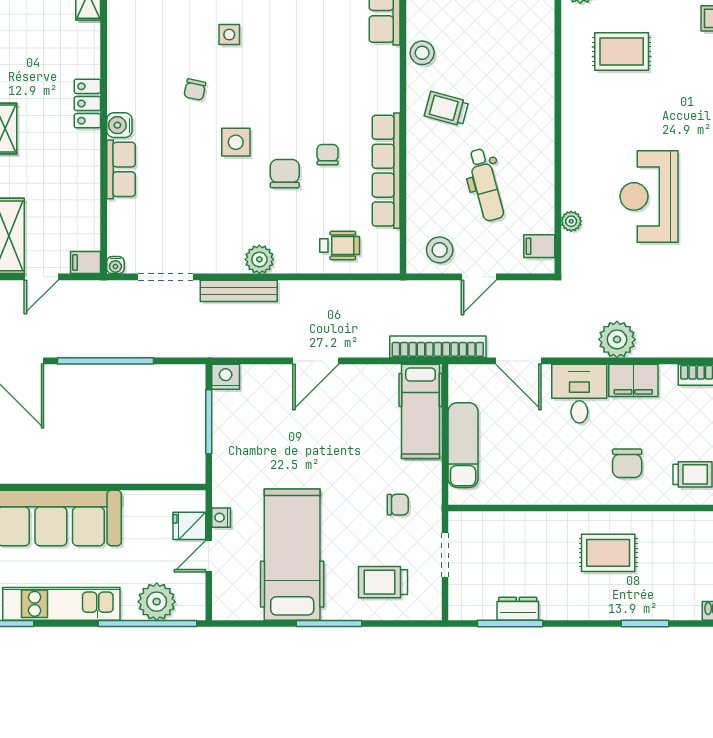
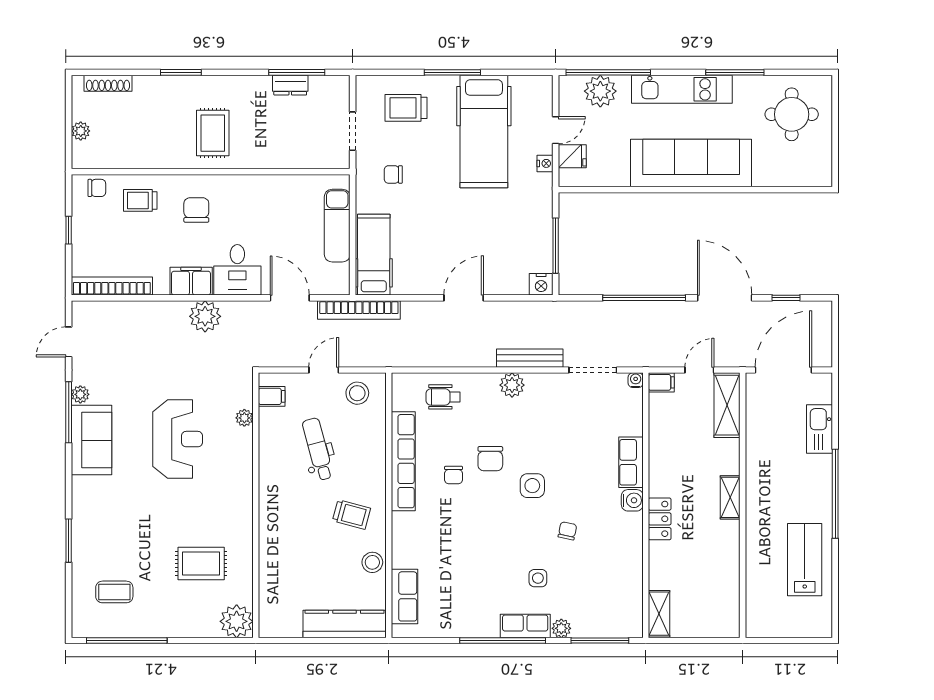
rug: (608, 553) -> (213, 133), turned 90
trolley: (383, 582) -> (406, 108), turned 180

